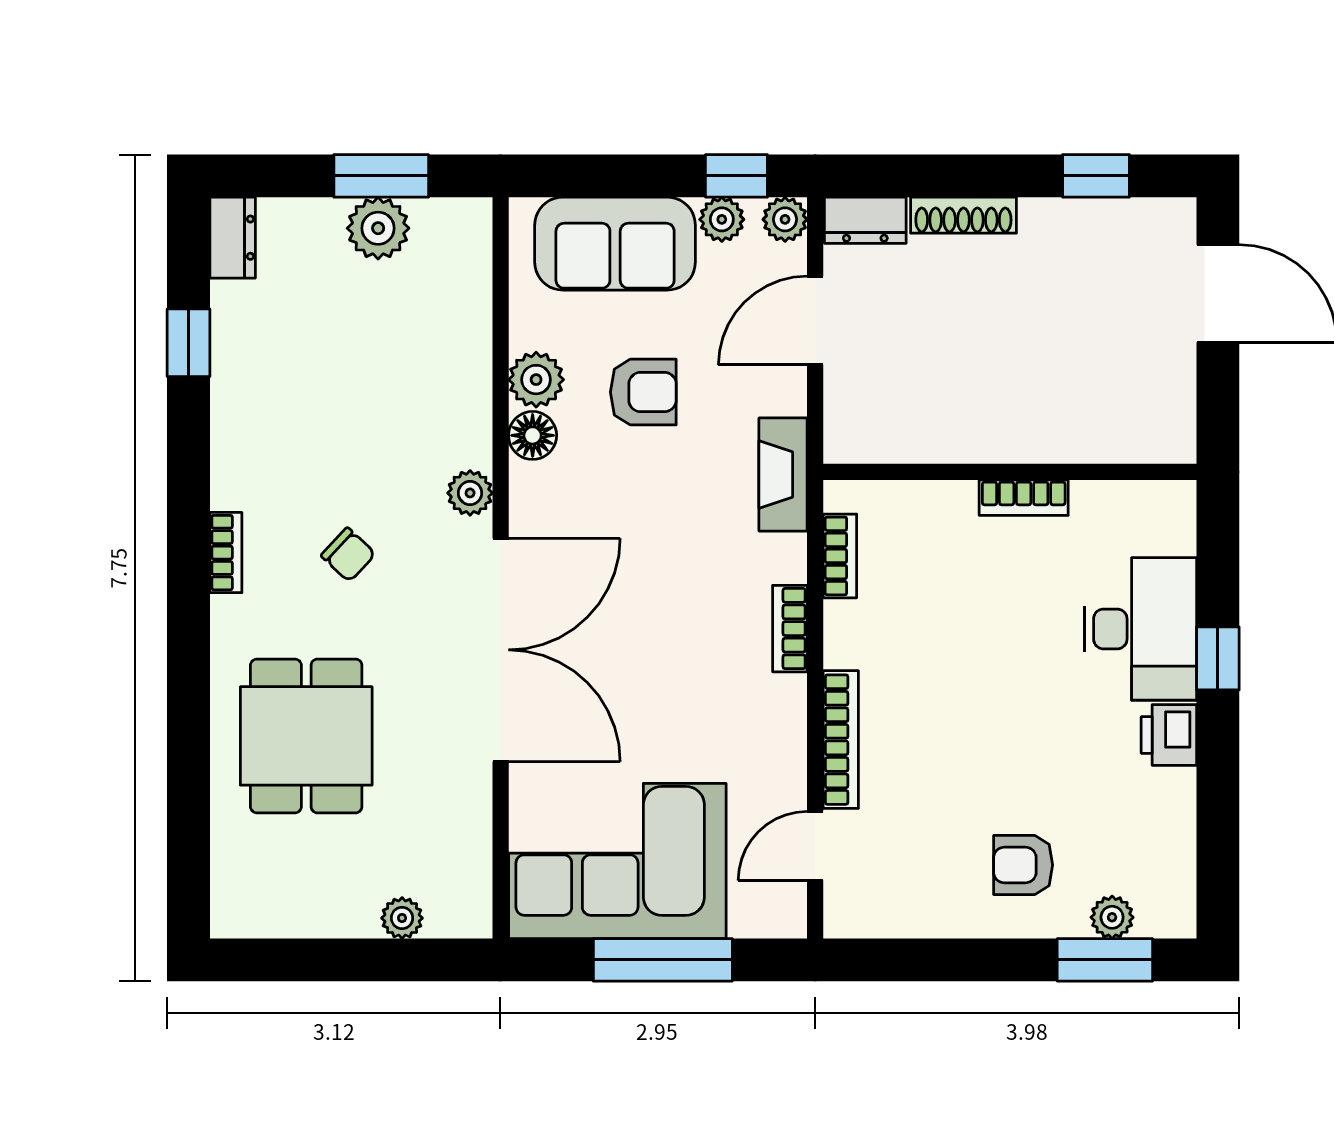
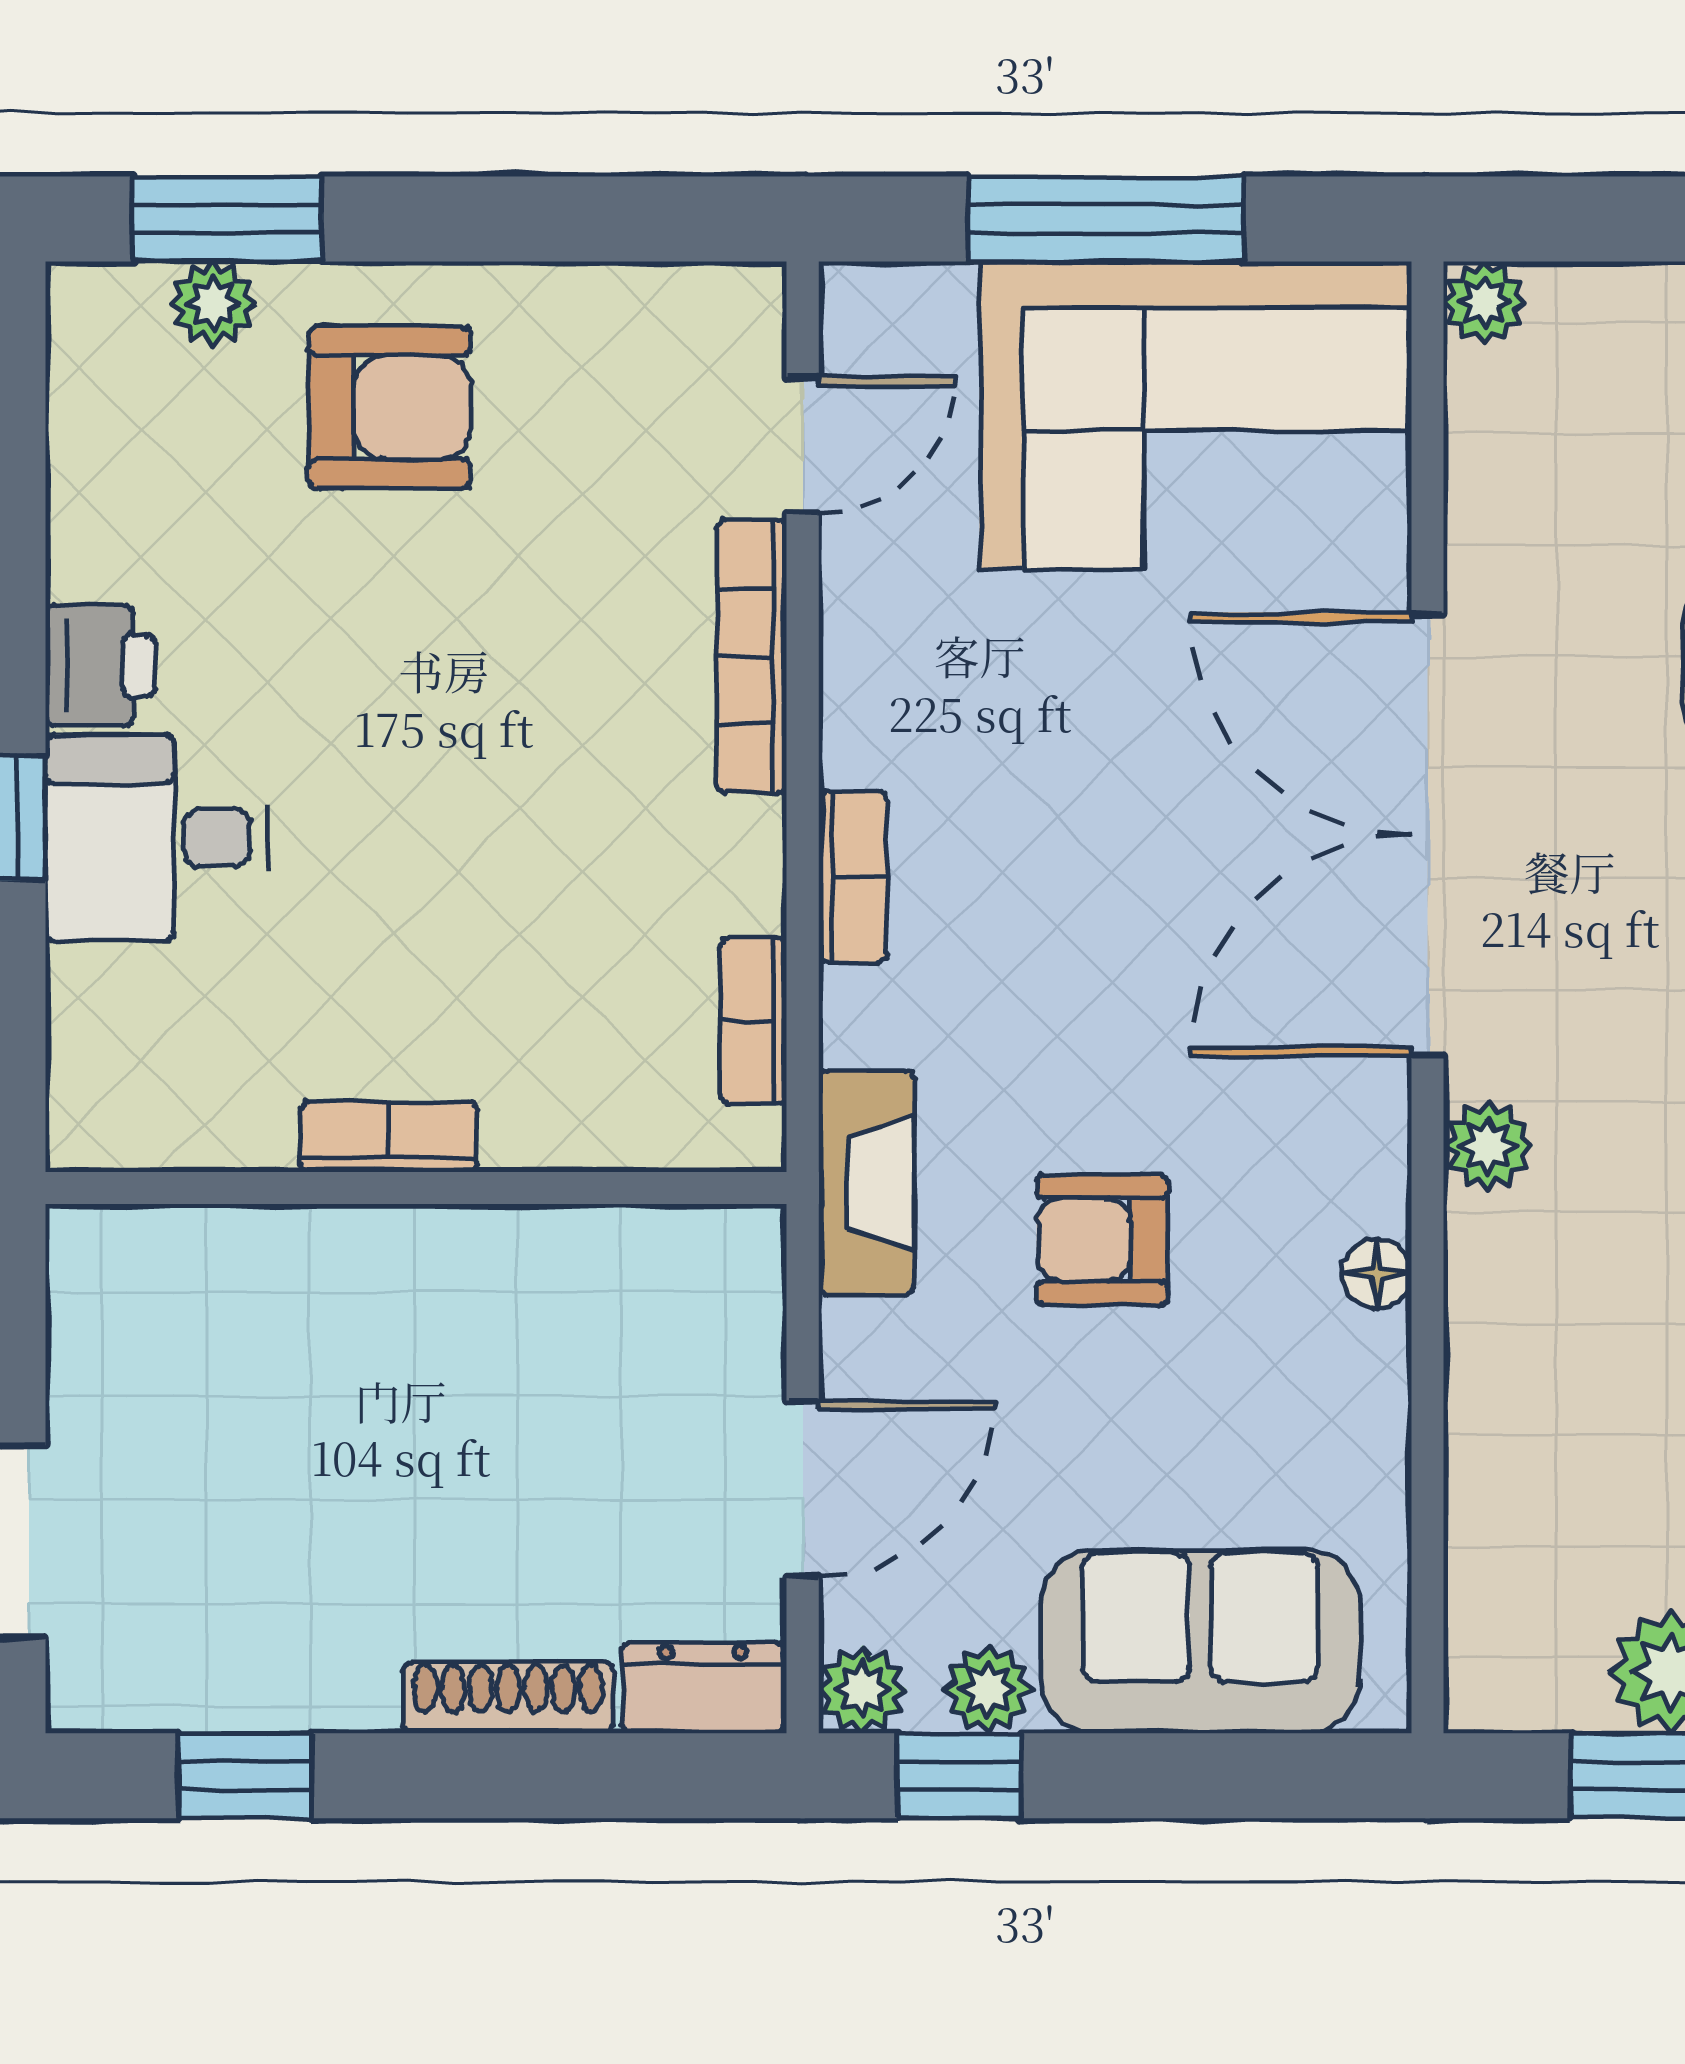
plant: (536, 380) -> (1357, 1371), removed
armchair: (643, 392) -> (1102, 1240), moved
floor lamp: (533, 435) -> (1377, 1273), width x0.73, depth x0.73
desk: (1141, 629) -> (157, 838), width x0.73
armchair: (1023, 865) -> (390, 407), width x1.38, depth x1.38
plant: (402, 918) -> (1484, 302), moved

